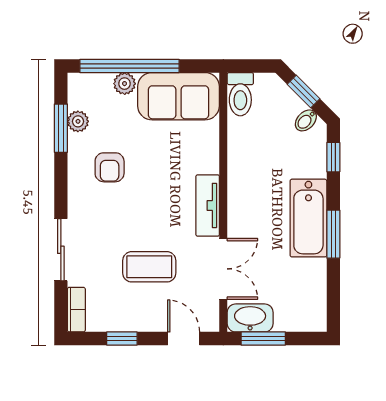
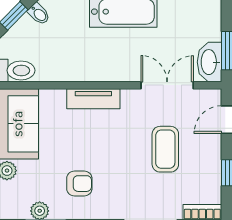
tv unit: (208, 205) -> (93, 99), moved

